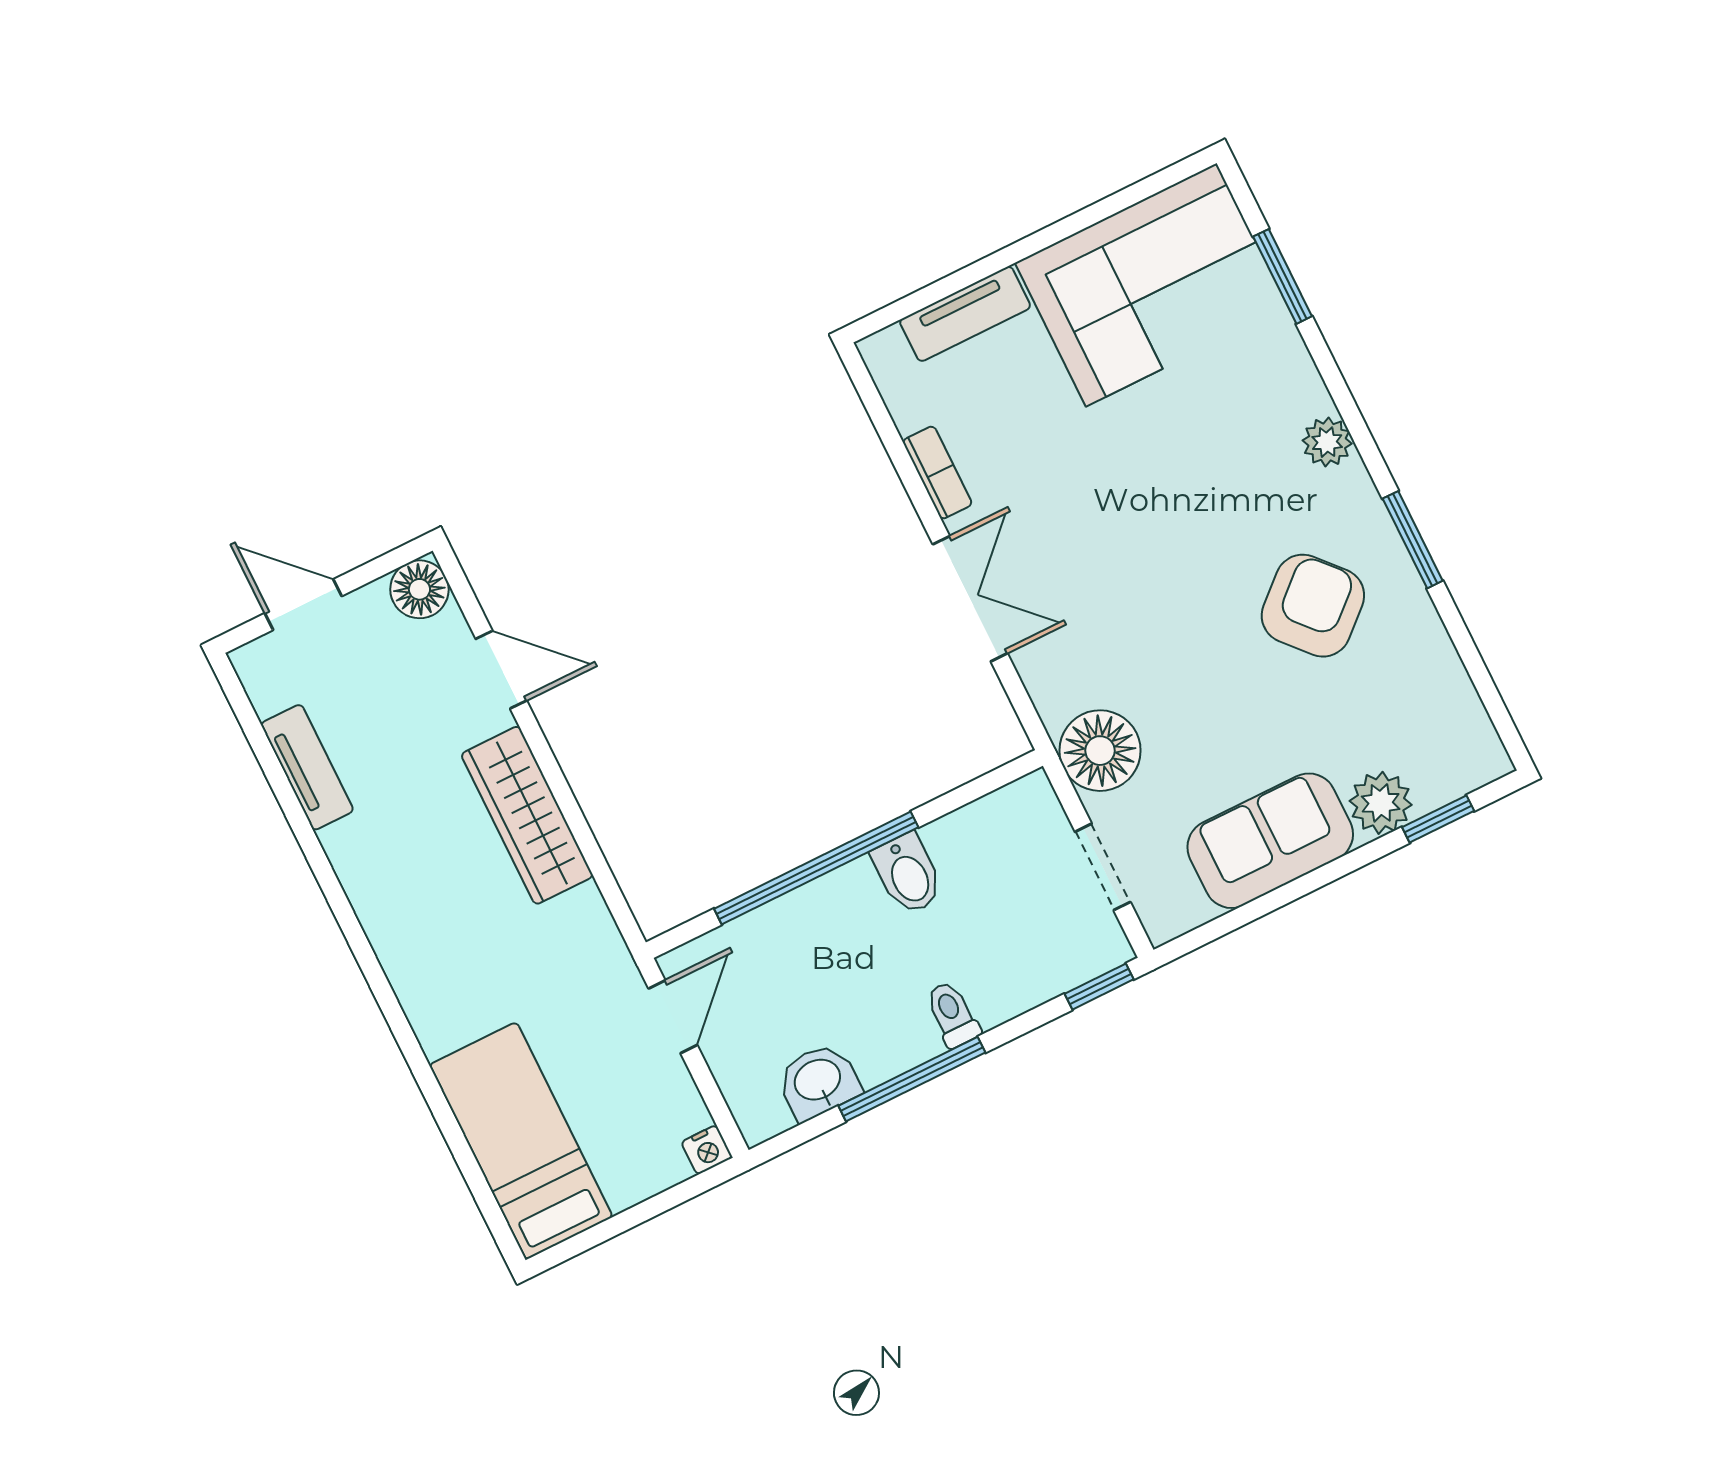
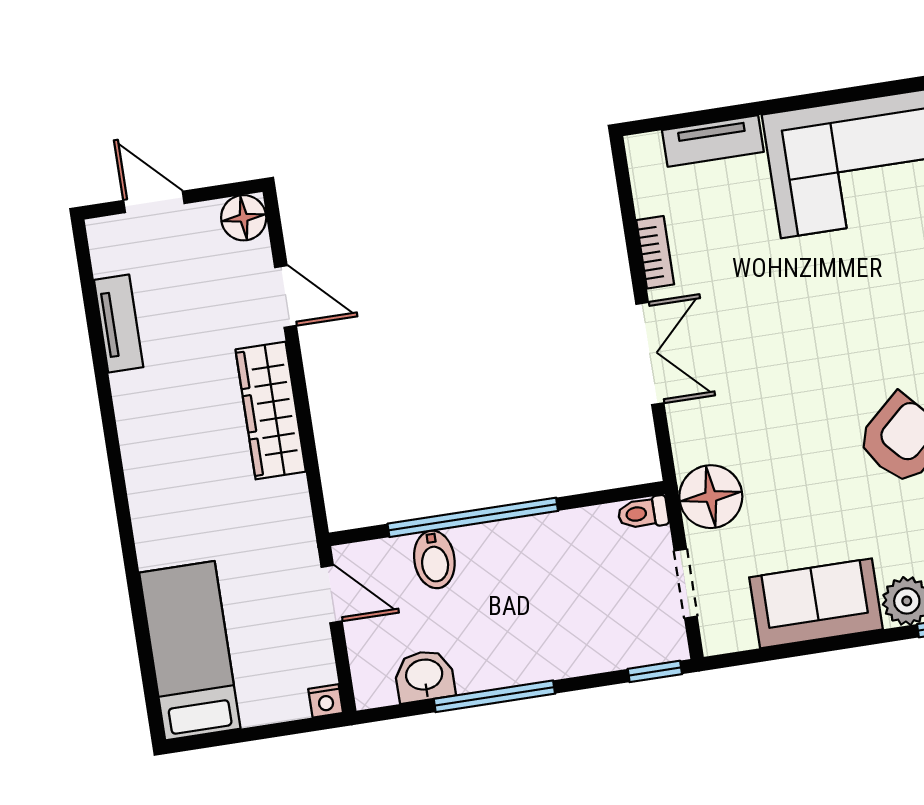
bidet: (908, 874) -> (434, 559), moved
toilet: (952, 1014) -> (643, 513), moved, turned -90
door: (673, 1017) -> (332, 594), hinge flipped

